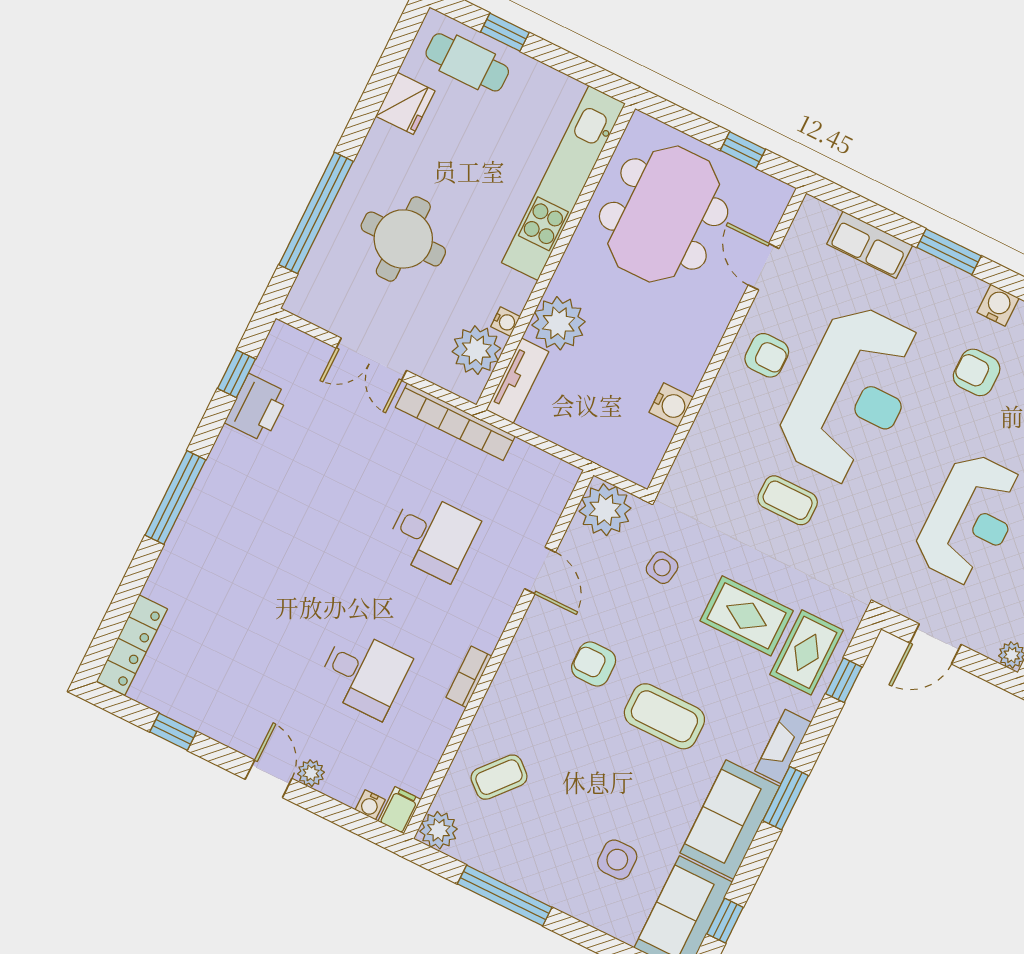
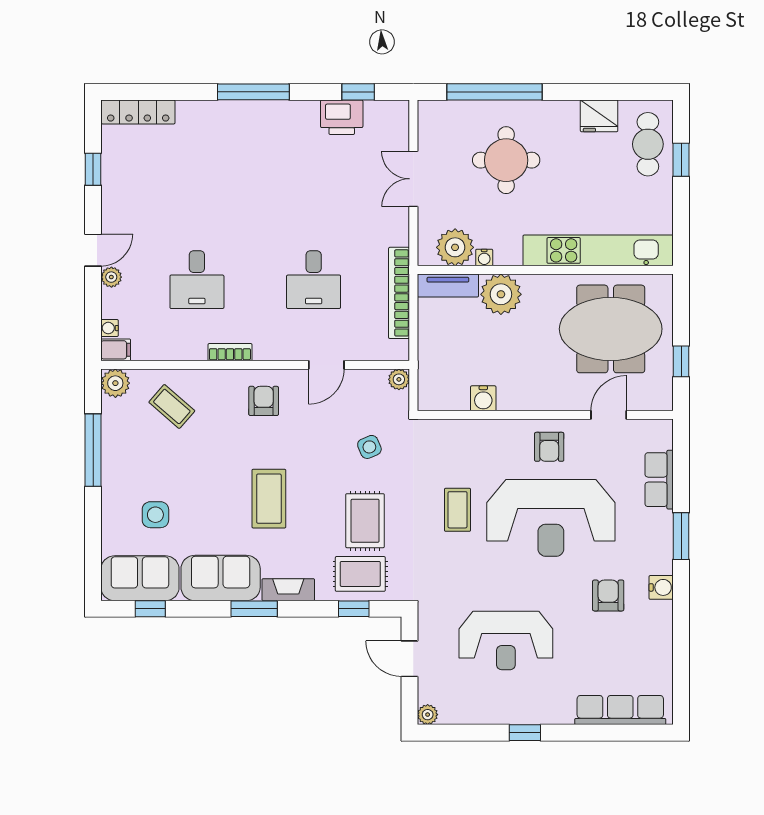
bookcase: (455, 422) -> (399, 293), moved
plant: (605, 510) -> (399, 379), width x0.53, depth x0.53
side table: (662, 568) -> (369, 447), turned -32
armchair: (594, 664) -> (264, 401), moved

